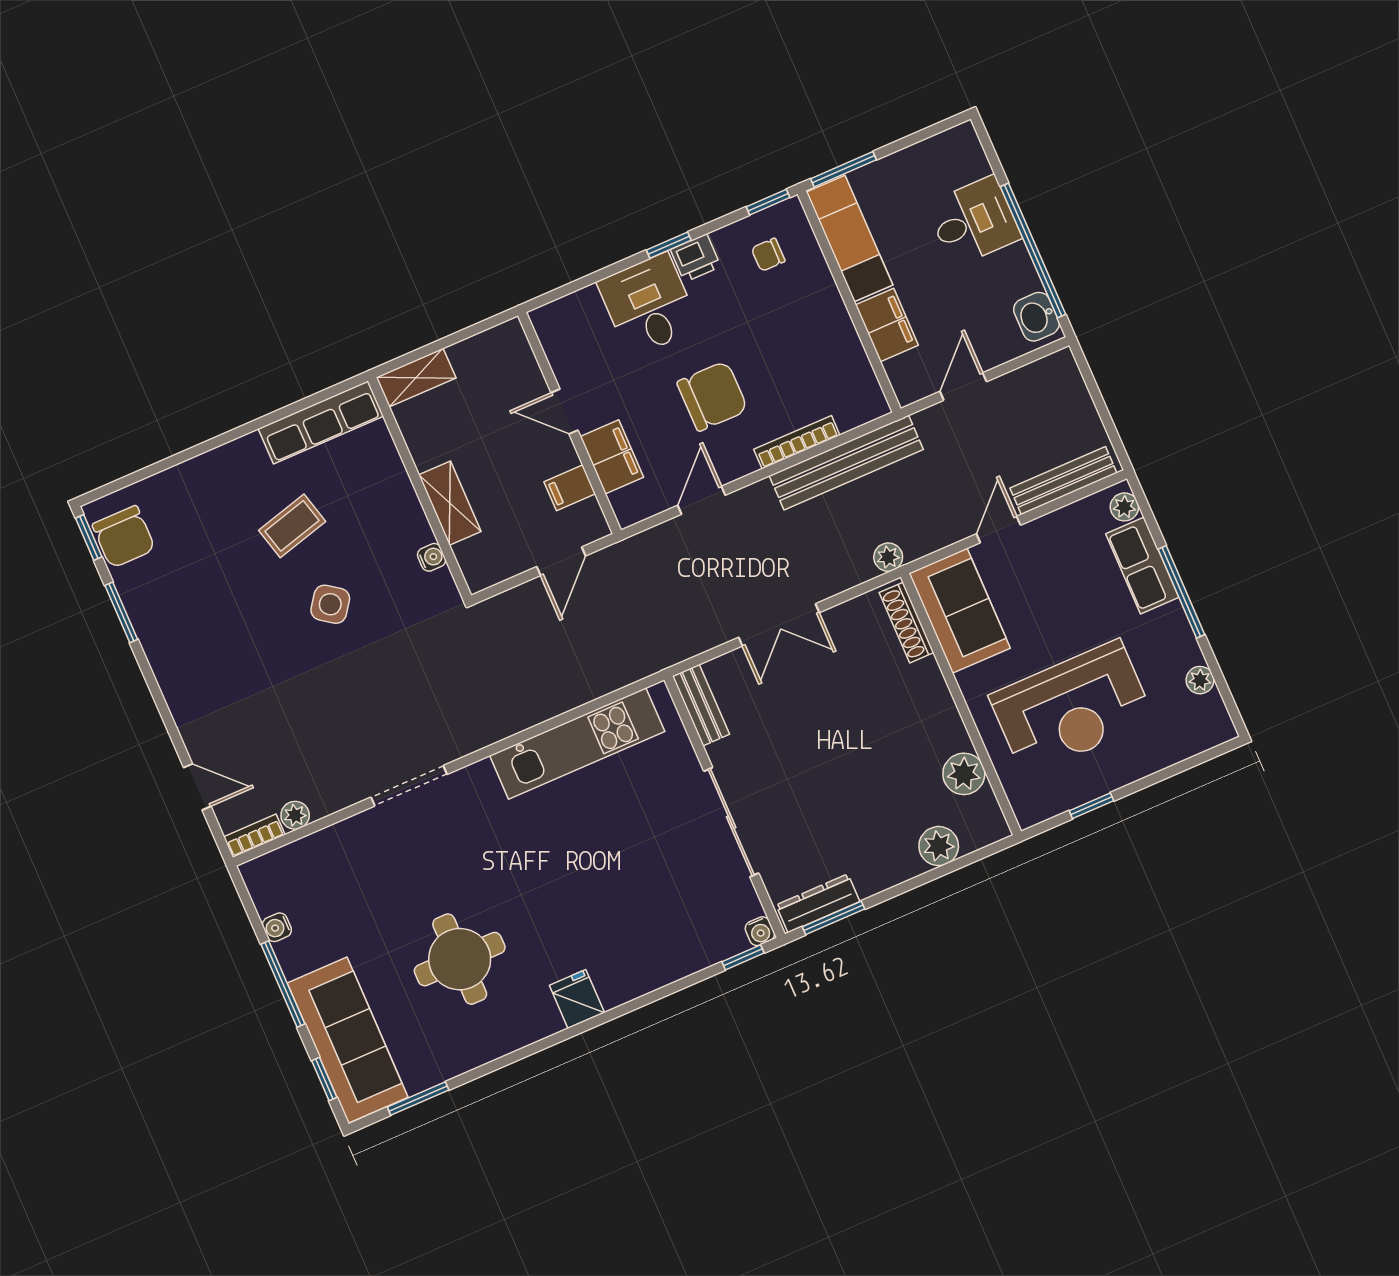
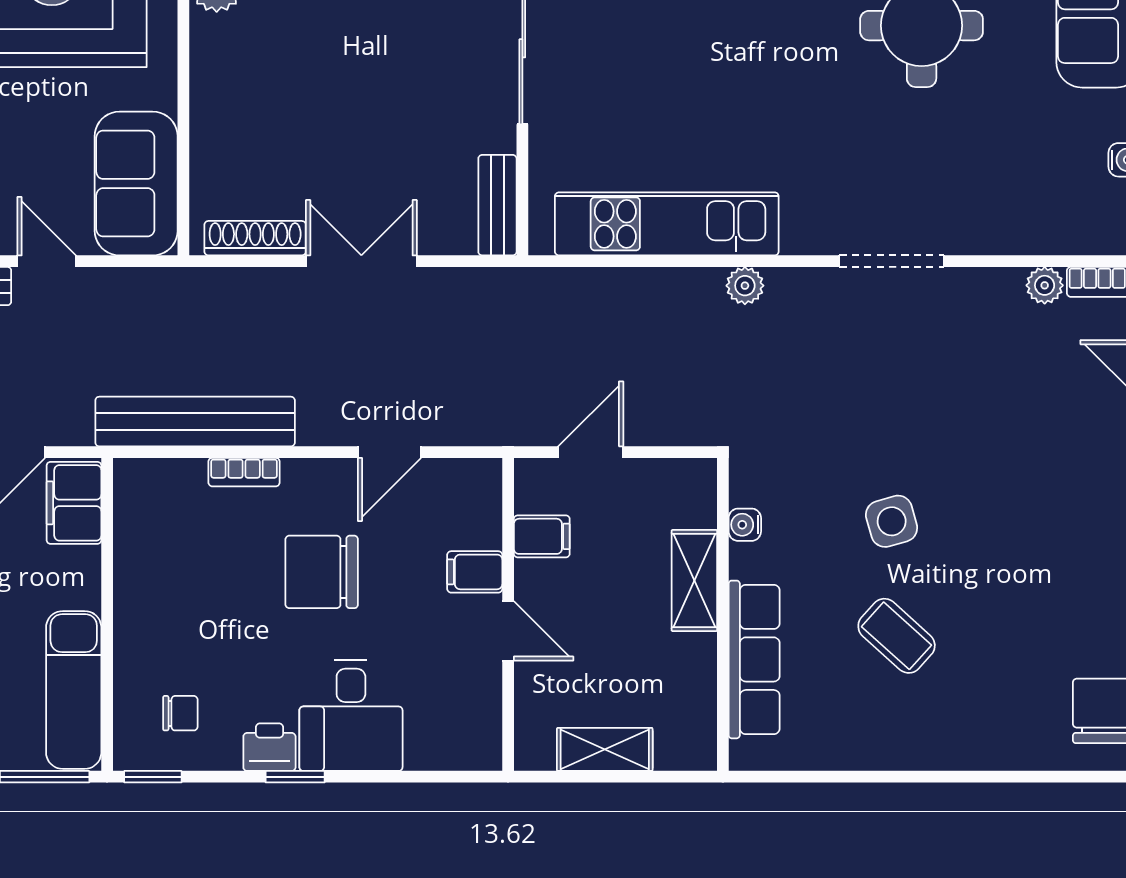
filing cabinet: (887, 325) -> (74, 503), moved
shelving: (416, 378) -> (605, 749), moved
row of seats: (321, 422) -> (754, 659), moved, turned 90
bookcase: (797, 442) -> (244, 472), width x0.64
filing cabinet: (612, 457) -> (475, 572), width x0.50
coffee table: (292, 526) -> (897, 636), turned 57
door: (999, 529) -> (47, 261), swing flipped
plant: (888, 557) -> (745, 286), moved
side table: (330, 604) -> (892, 521), turned 38
shoe rack: (906, 623) -> (255, 238), moved, turned -90

